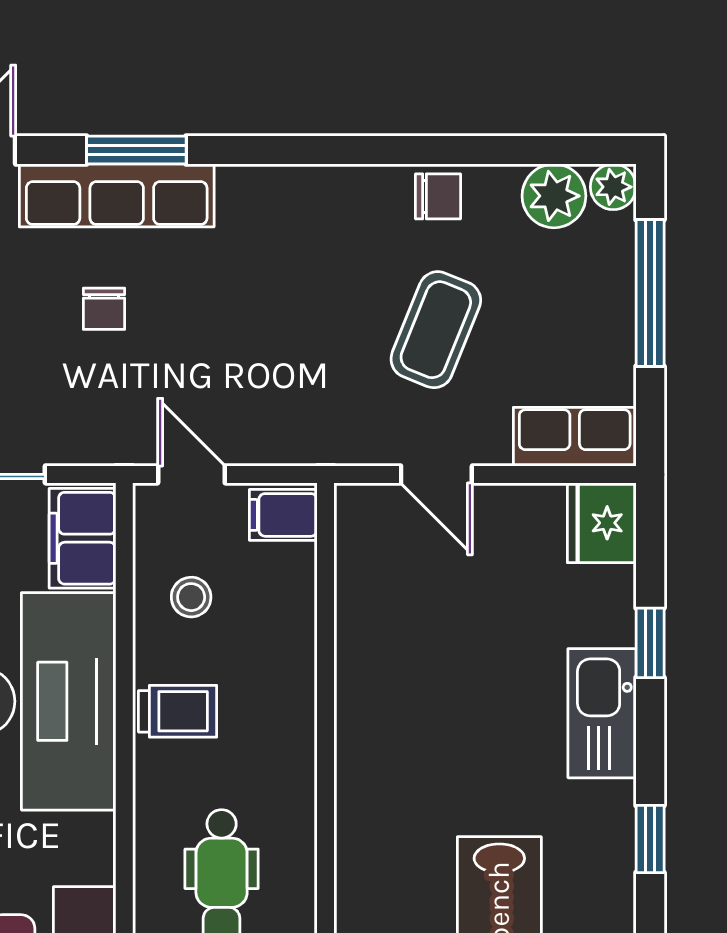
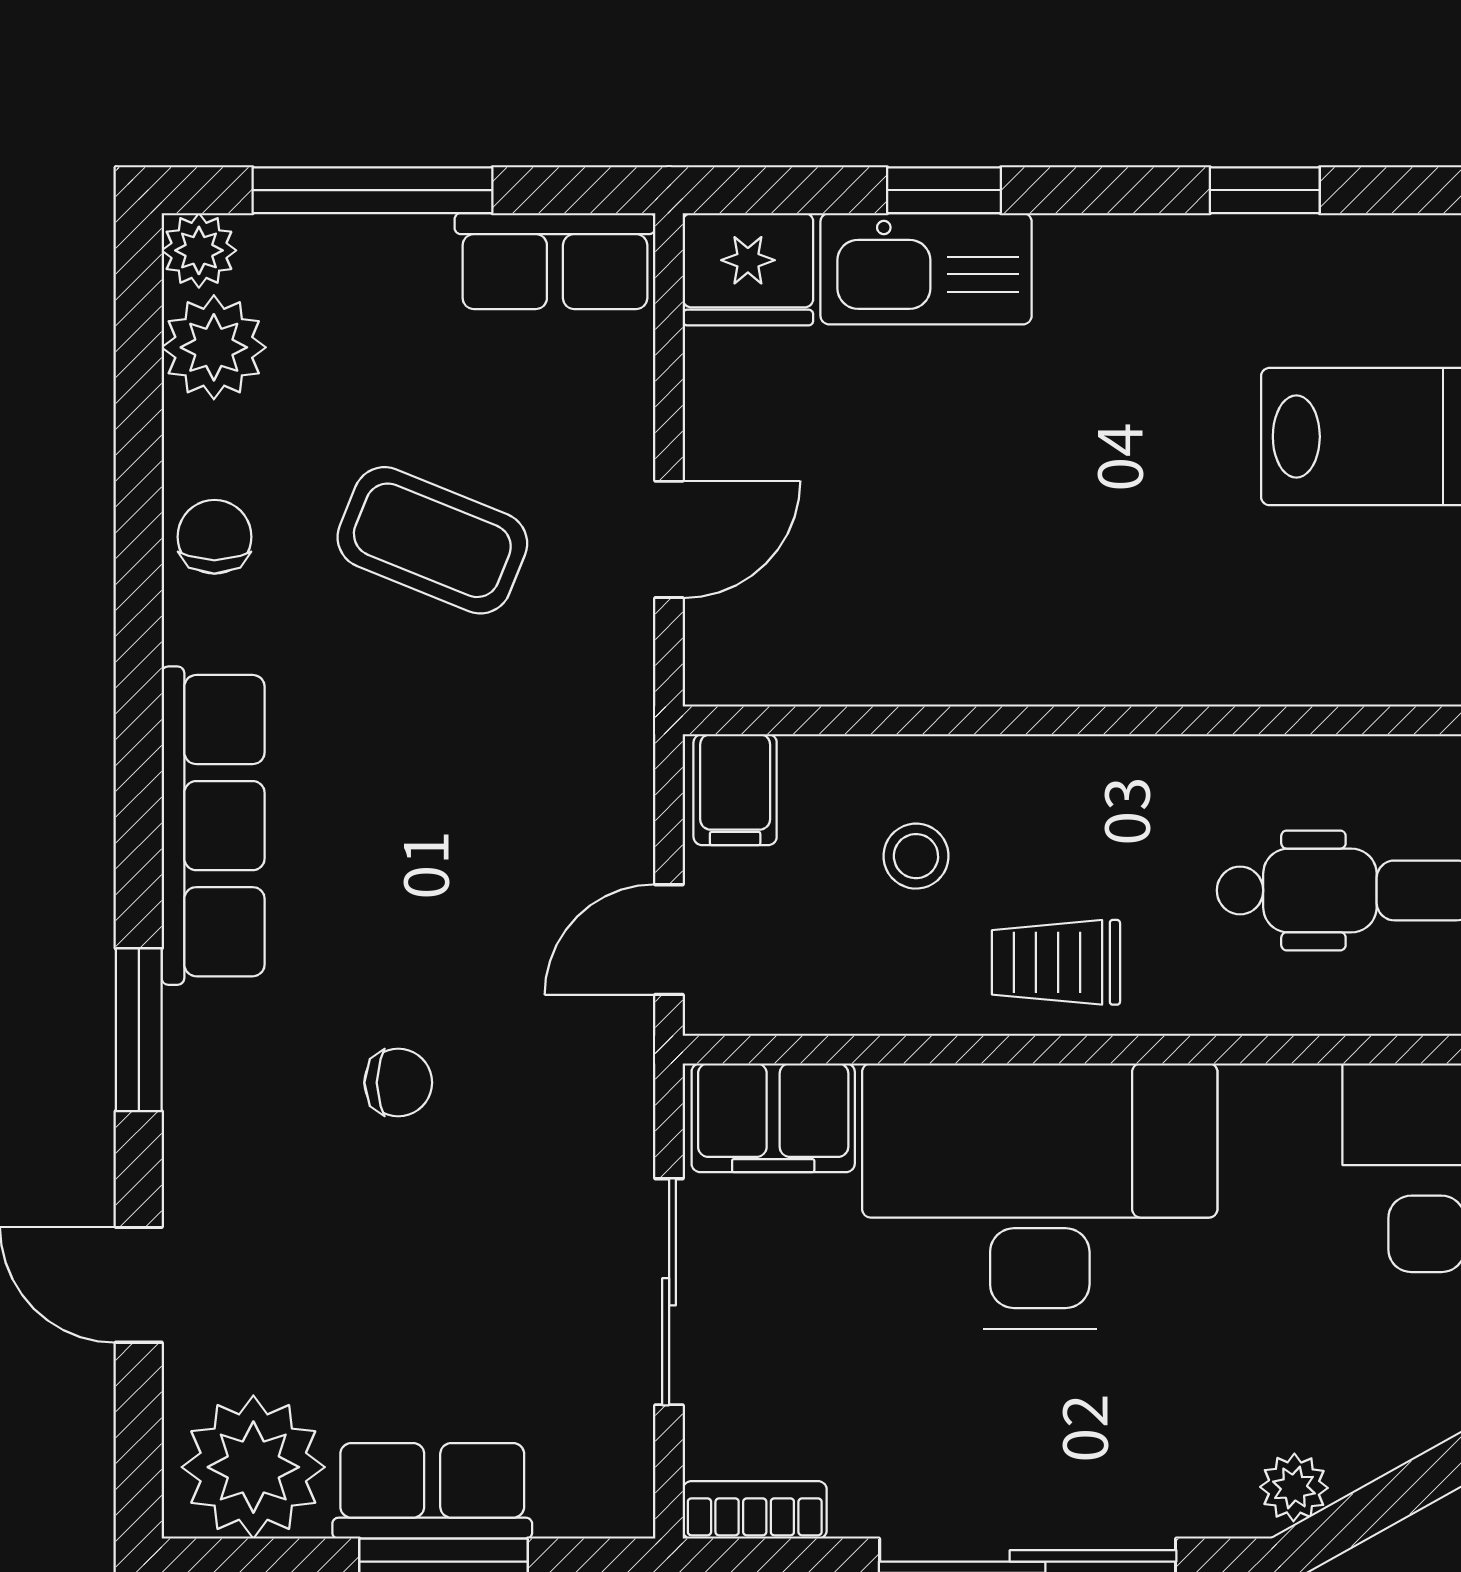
row of seats: (117, 195) -> (213, 826), moved
row of seats: (575, 437) -> (555, 261), moved, turned -90
stool: (191, 597) -> (916, 856), moved
trolley: (178, 711) -> (1056, 962), turned -90
kitchen sink: (602, 713) -> (926, 269), moved

